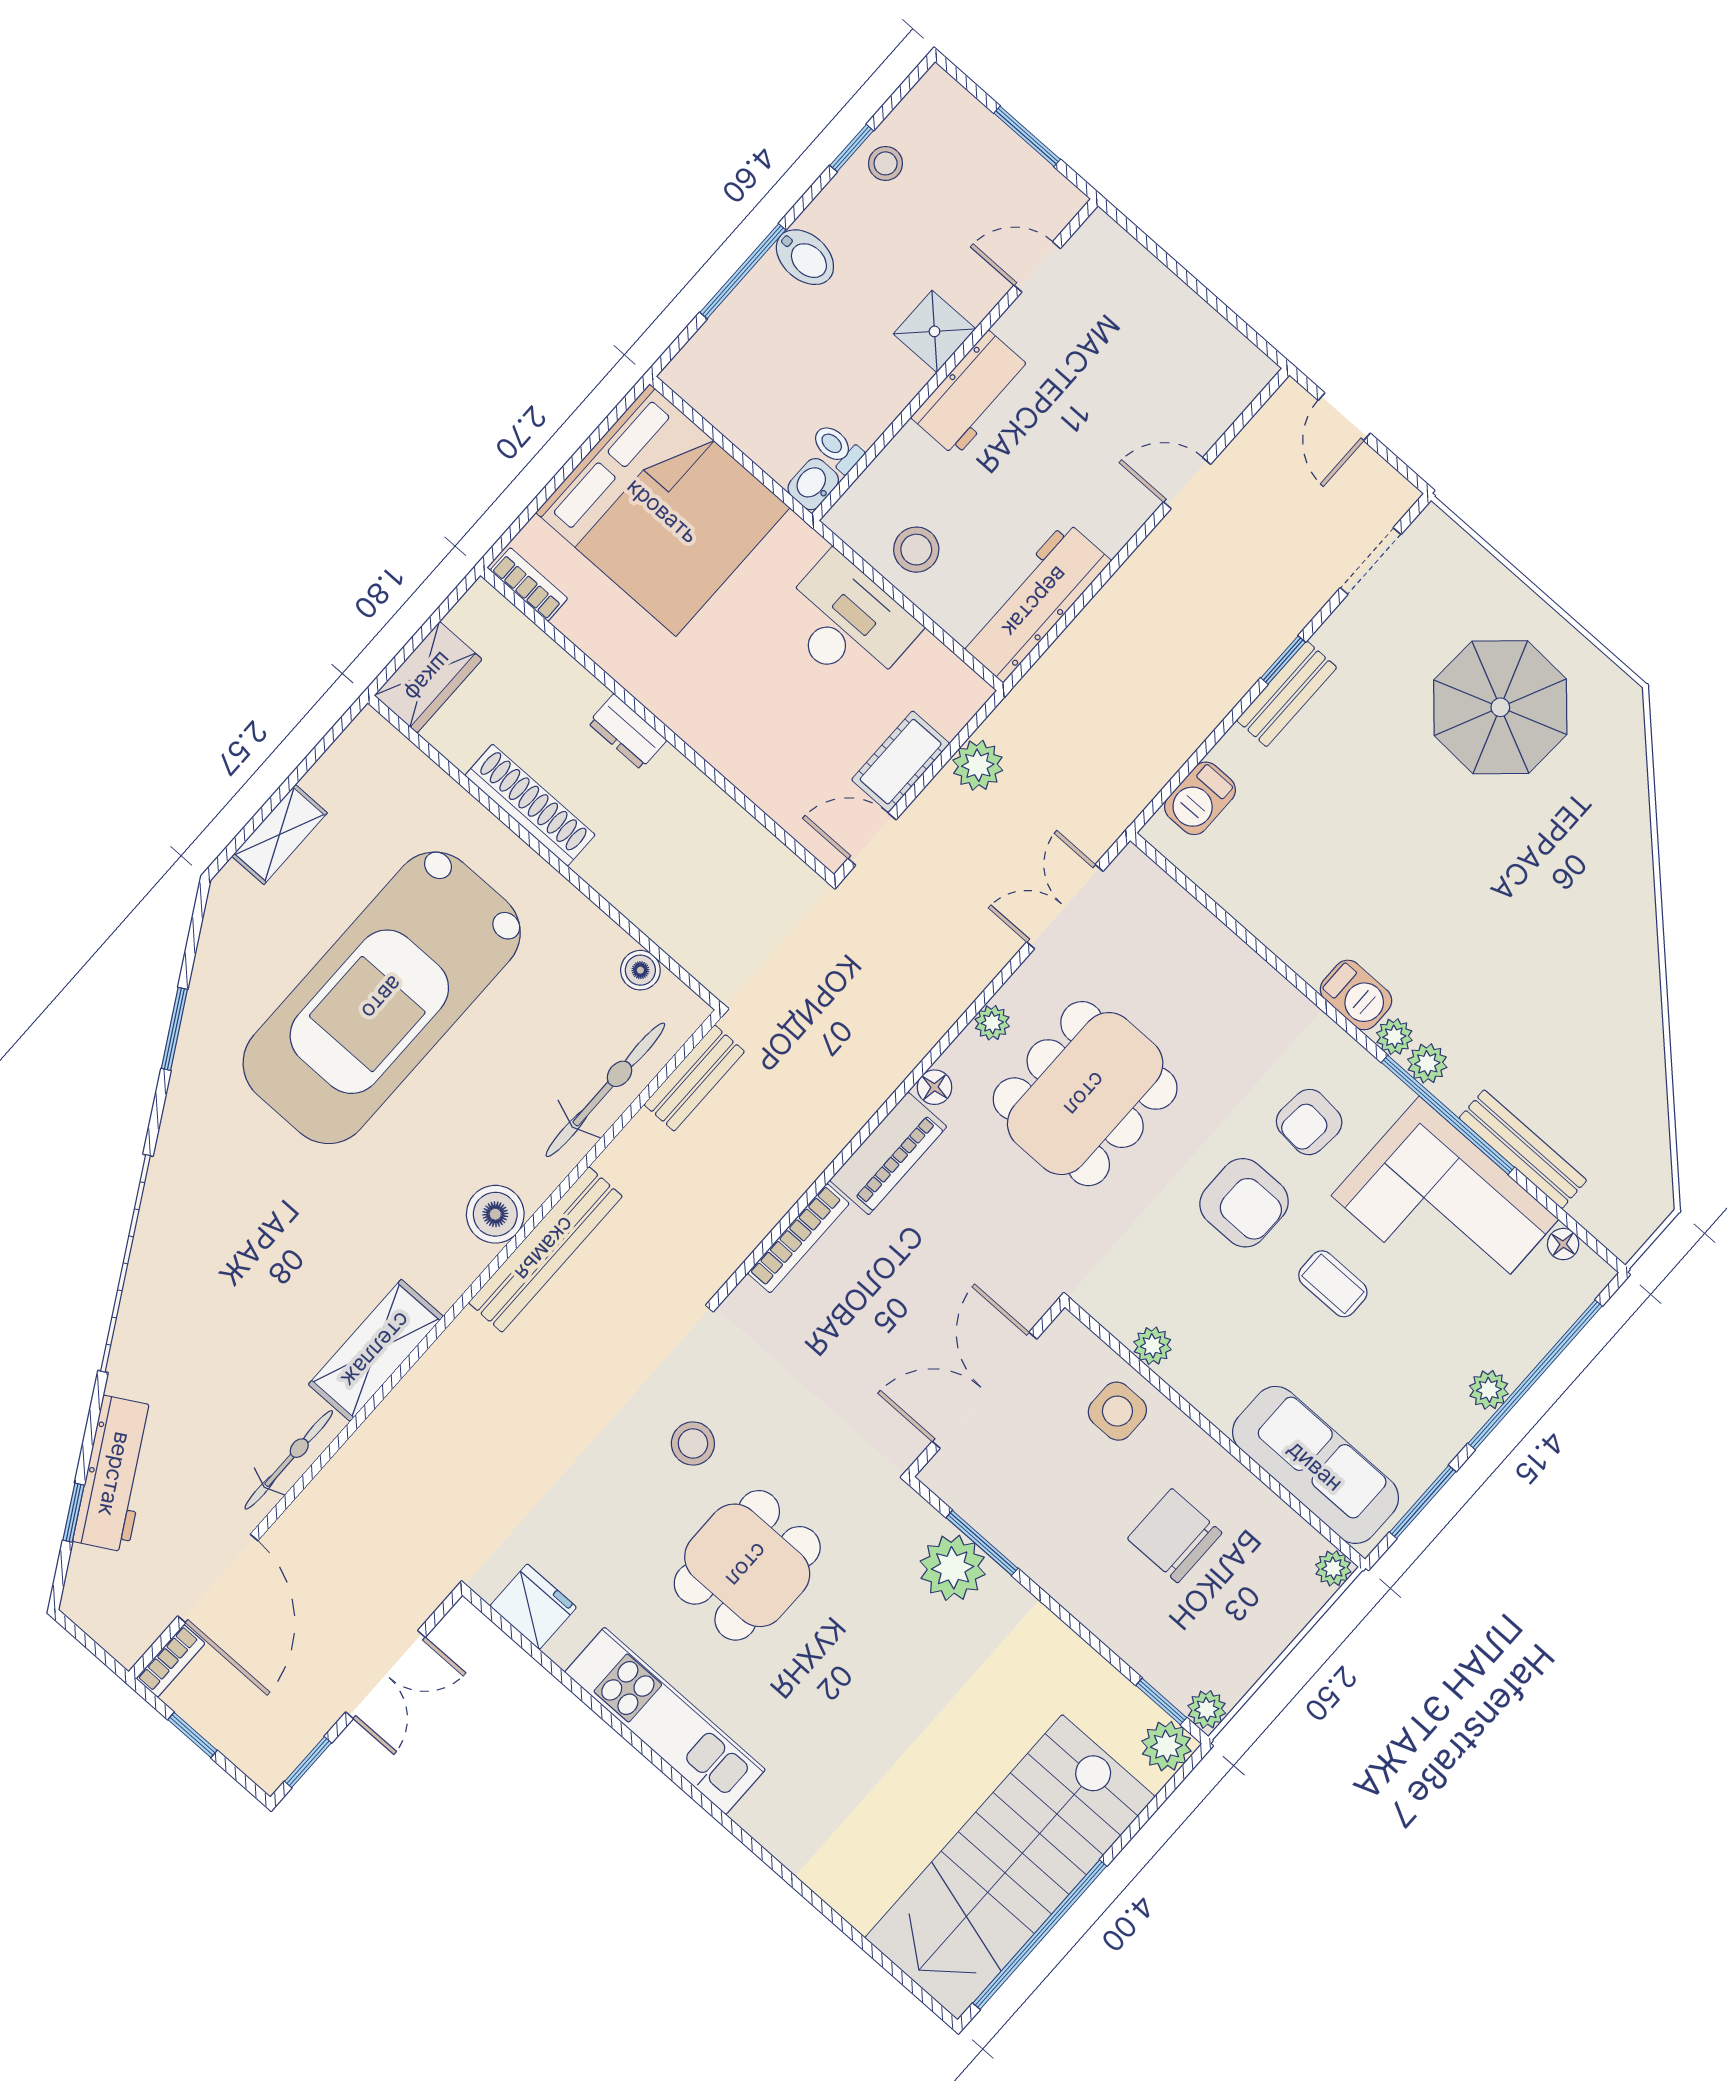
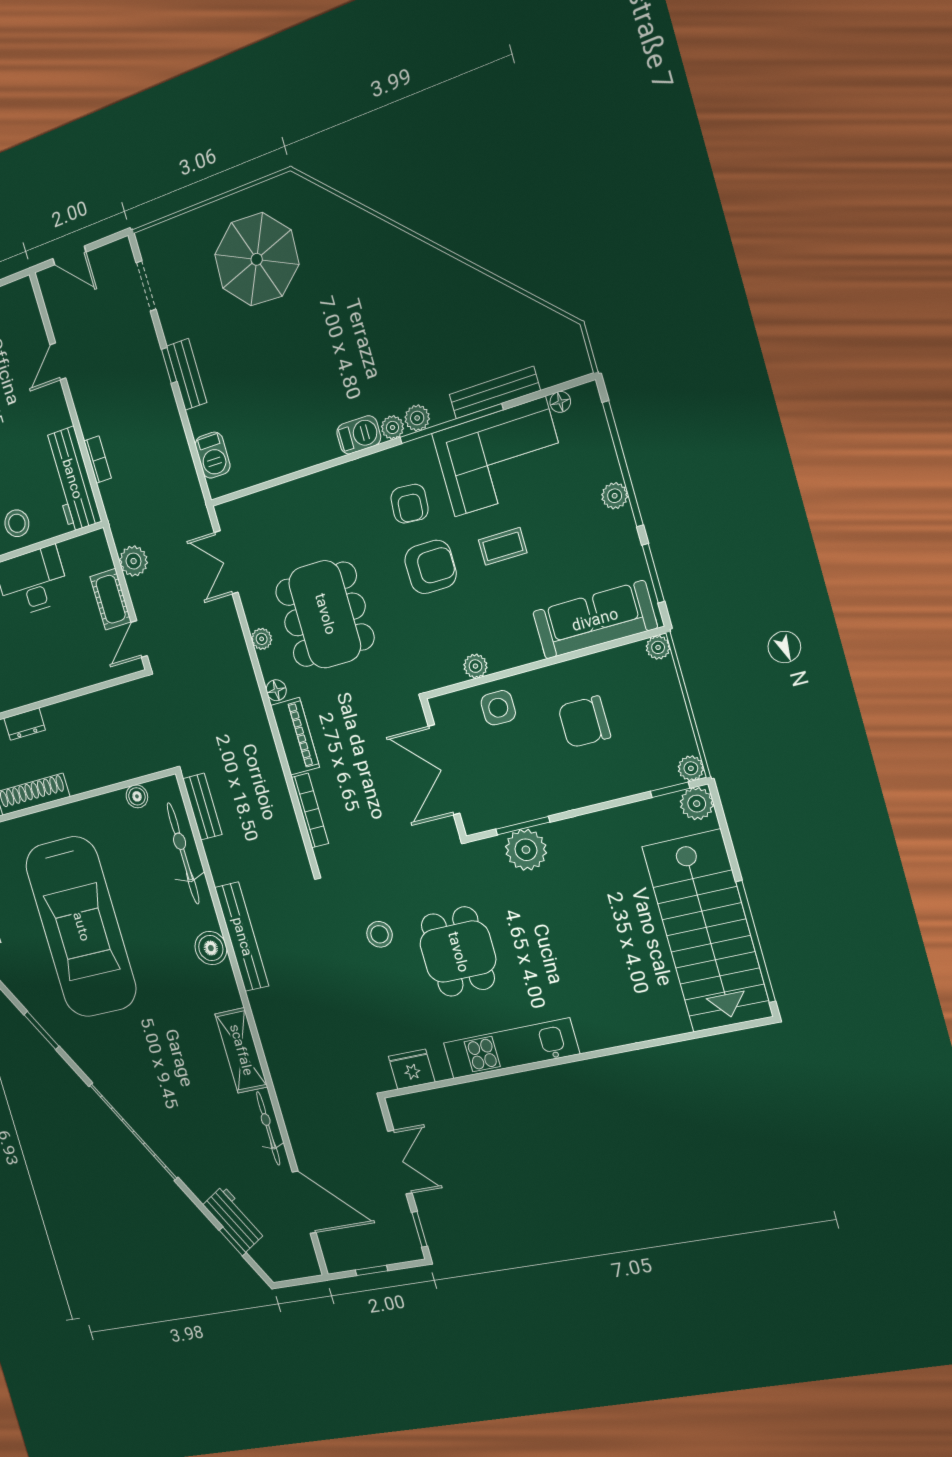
workbench: (115, 1474) -> (234, 1219), width x0.73
bookcase: (171, 1661) -> (98, 460), moved

